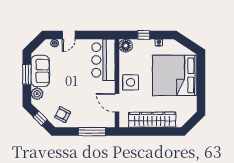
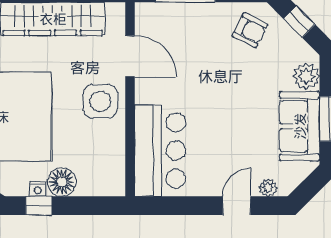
window: (144, 35) -> (39, 206), moved
floor lamp: (126, 46) -> (62, 182), moved

